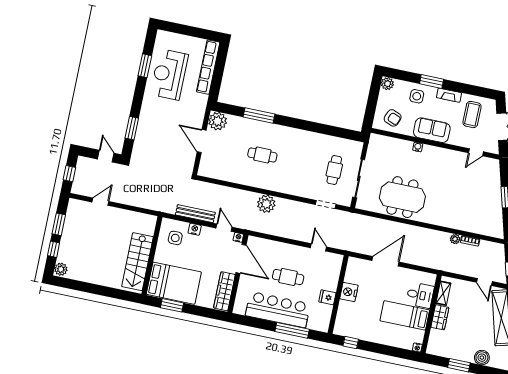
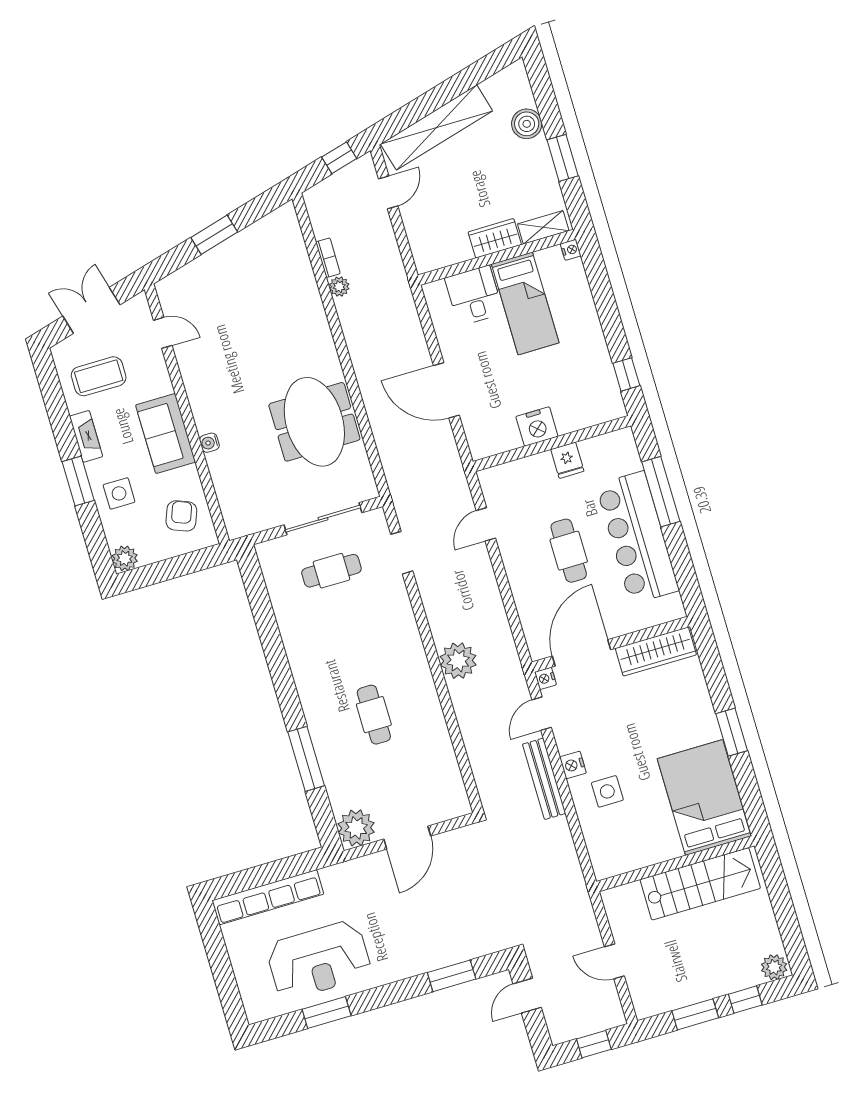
wall: (152, 256) -> (675, 864), moved
stairs: (137, 262) -> (700, 884), moved
bed: (174, 283) -> (704, 797), moved
shelving: (443, 293) -> (543, 227), moved

